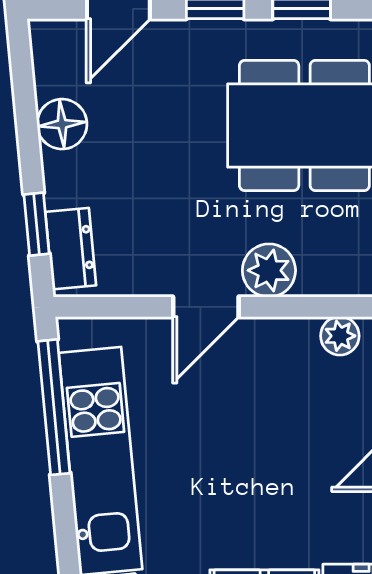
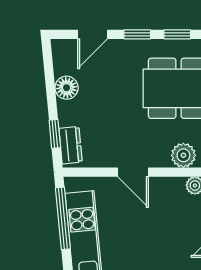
plant: (269, 270) -> (183, 155), moved
door: (206, 307) -> (133, 172), hinge flipped

